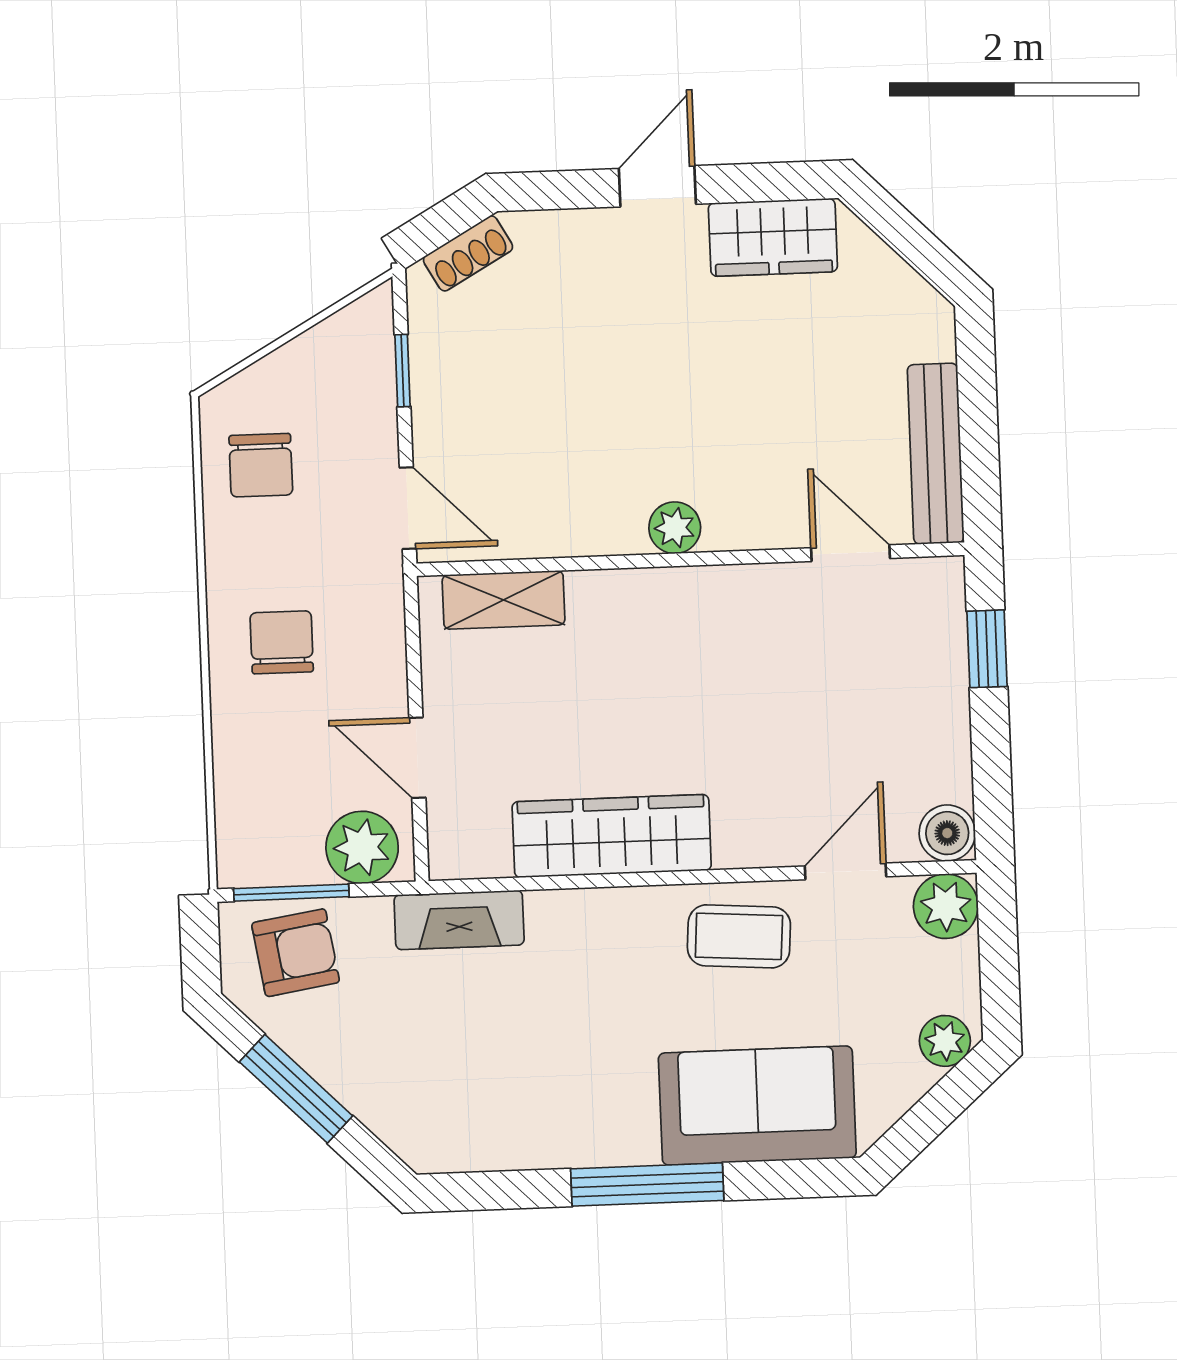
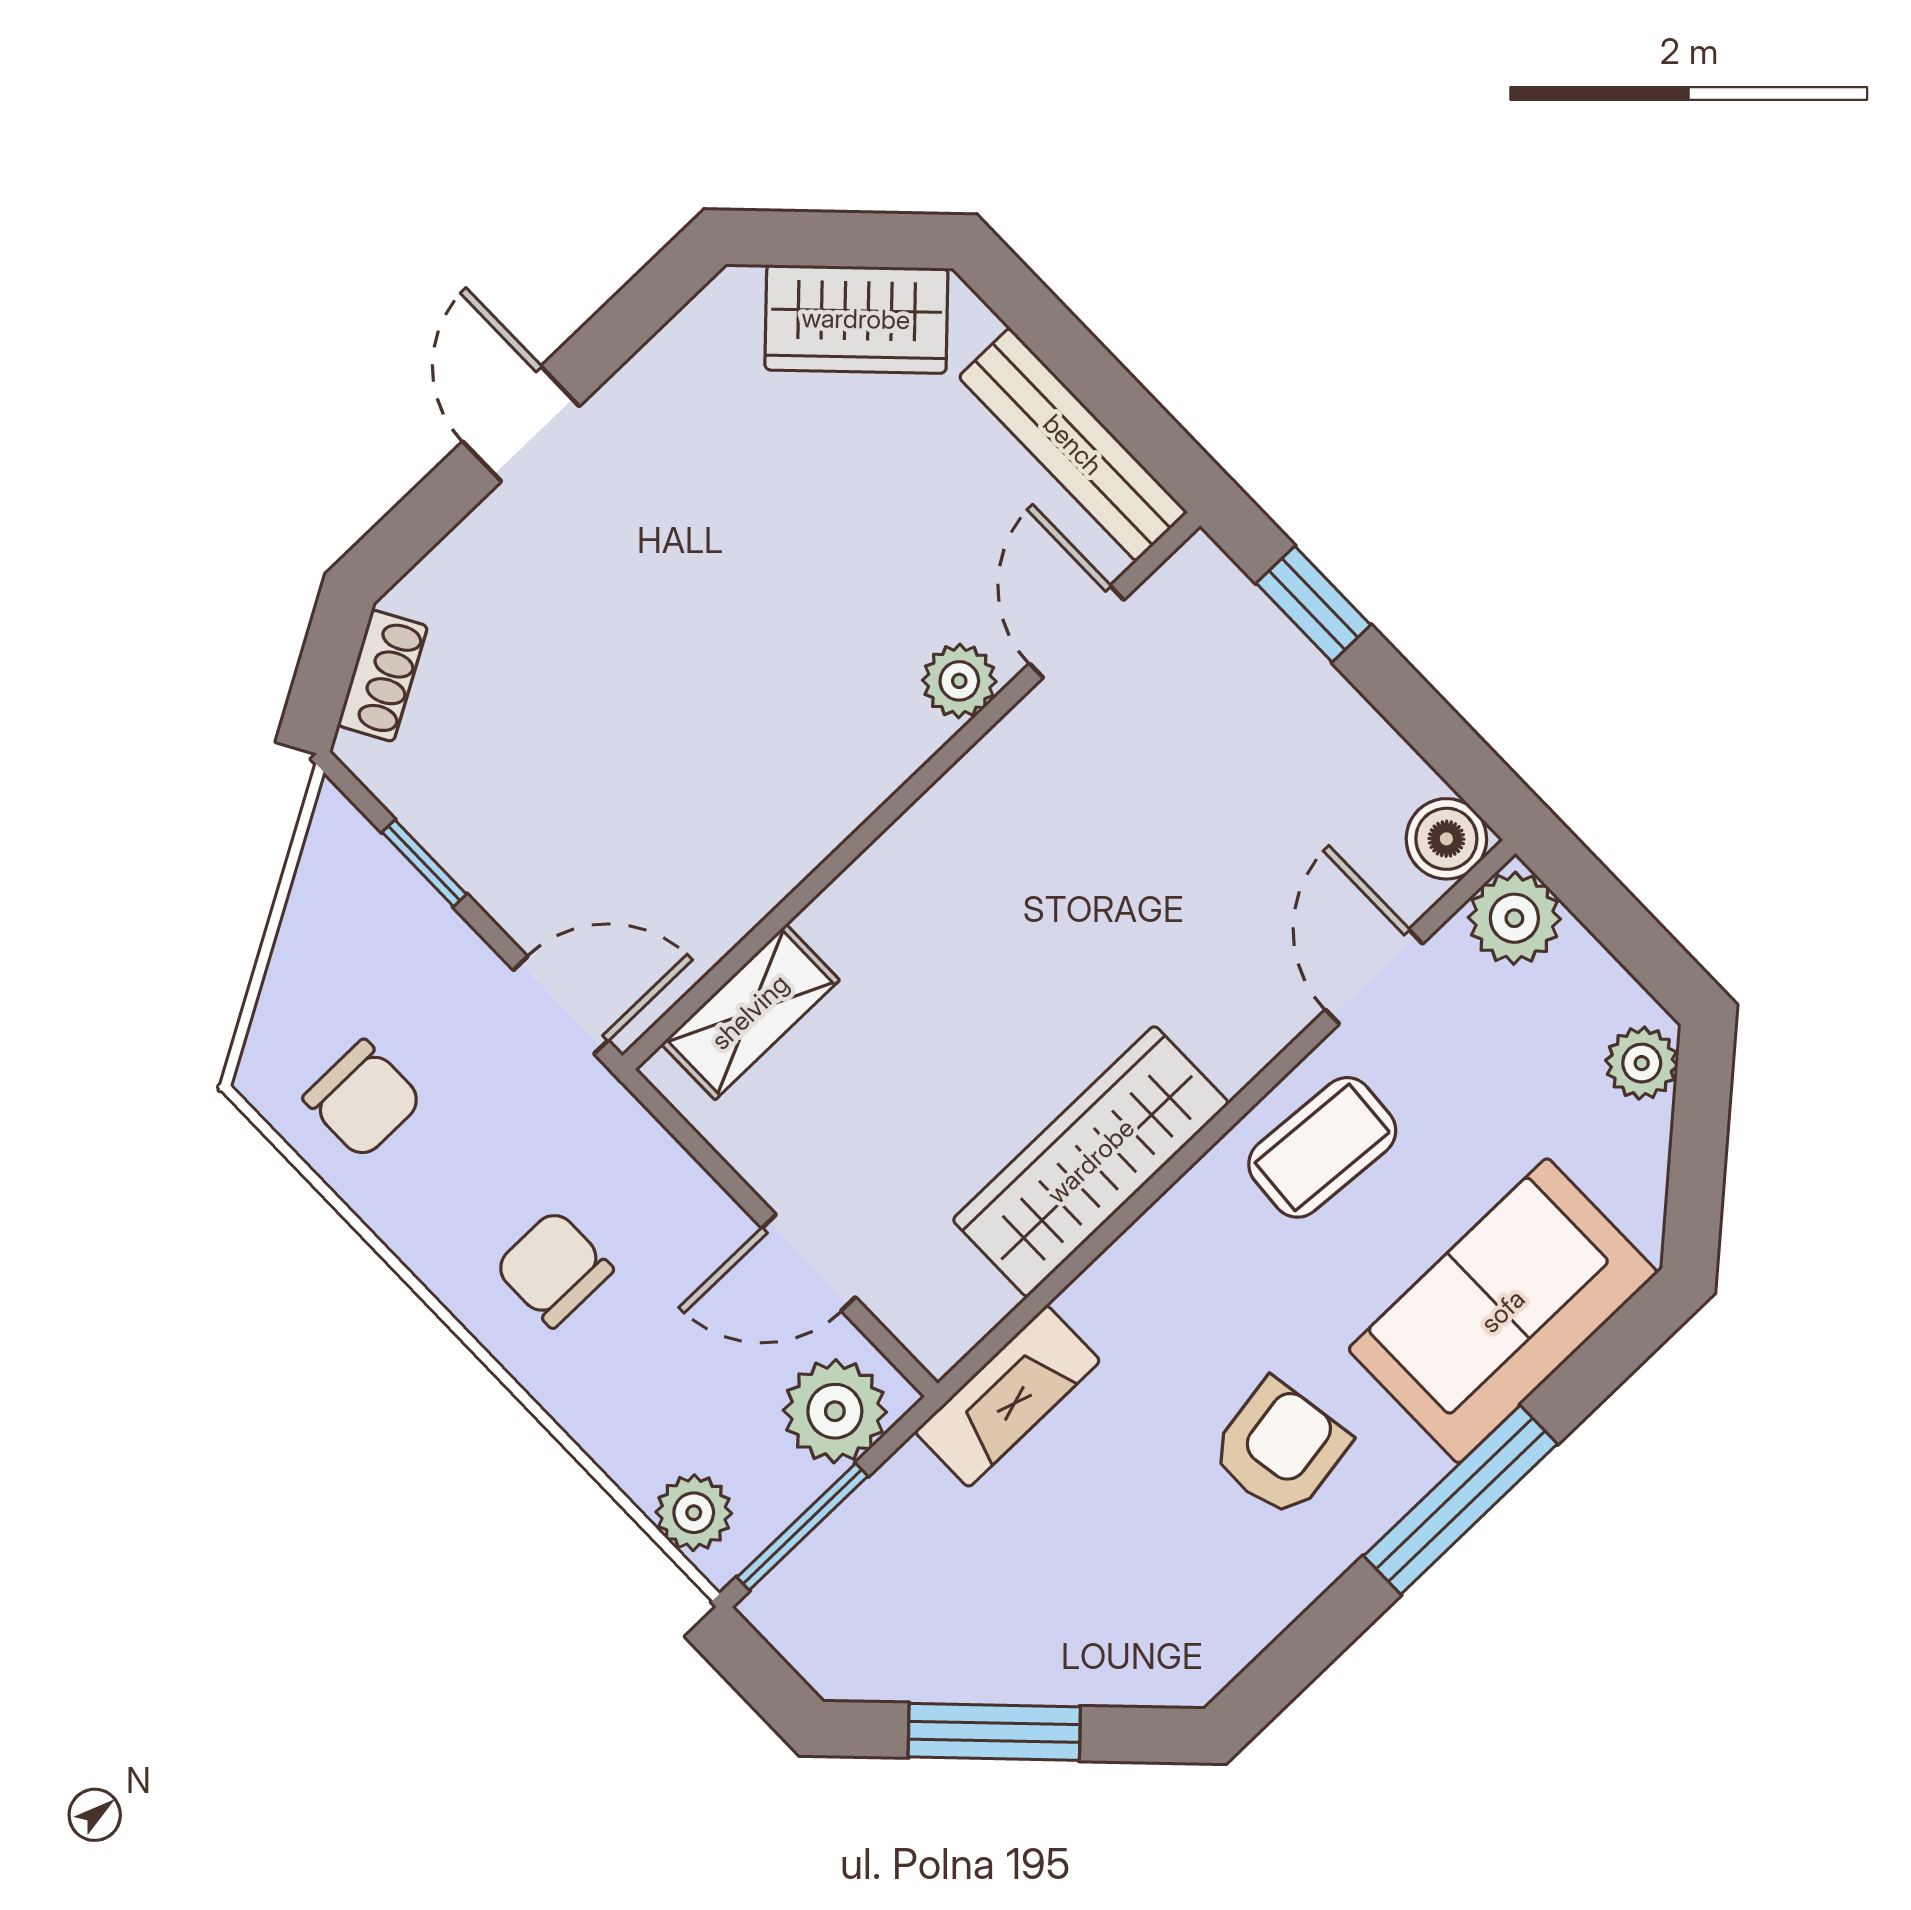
wardrobe: (773, 237) -> (856, 319), moved, turned 45
plant: (675, 528) -> (959, 681), moved
door: (851, 553) -> (1077, 632), hinge flipped
plant: (241, 835) -> (694, 1513), added
armchair: (296, 953) -> (1280, 1448), moved

